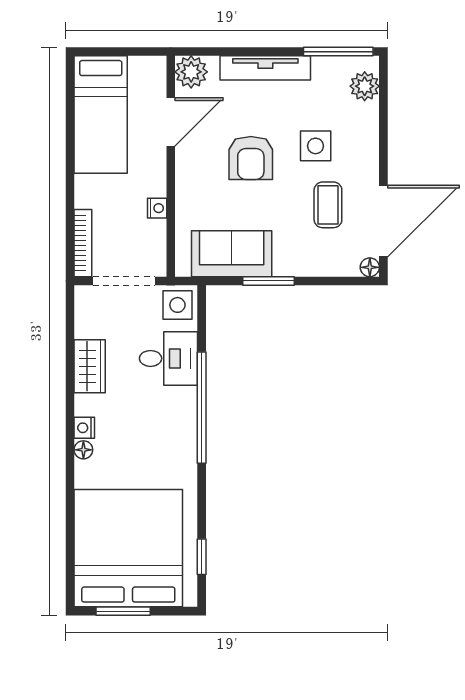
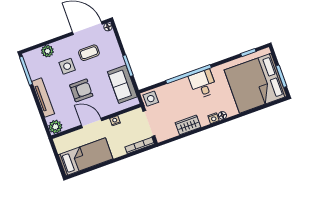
plant: (365, 86) -> (47, 51), moved
door: (171, 122) -> (92, 123), moved
desk: (168, 358) -> (203, 84), moved

